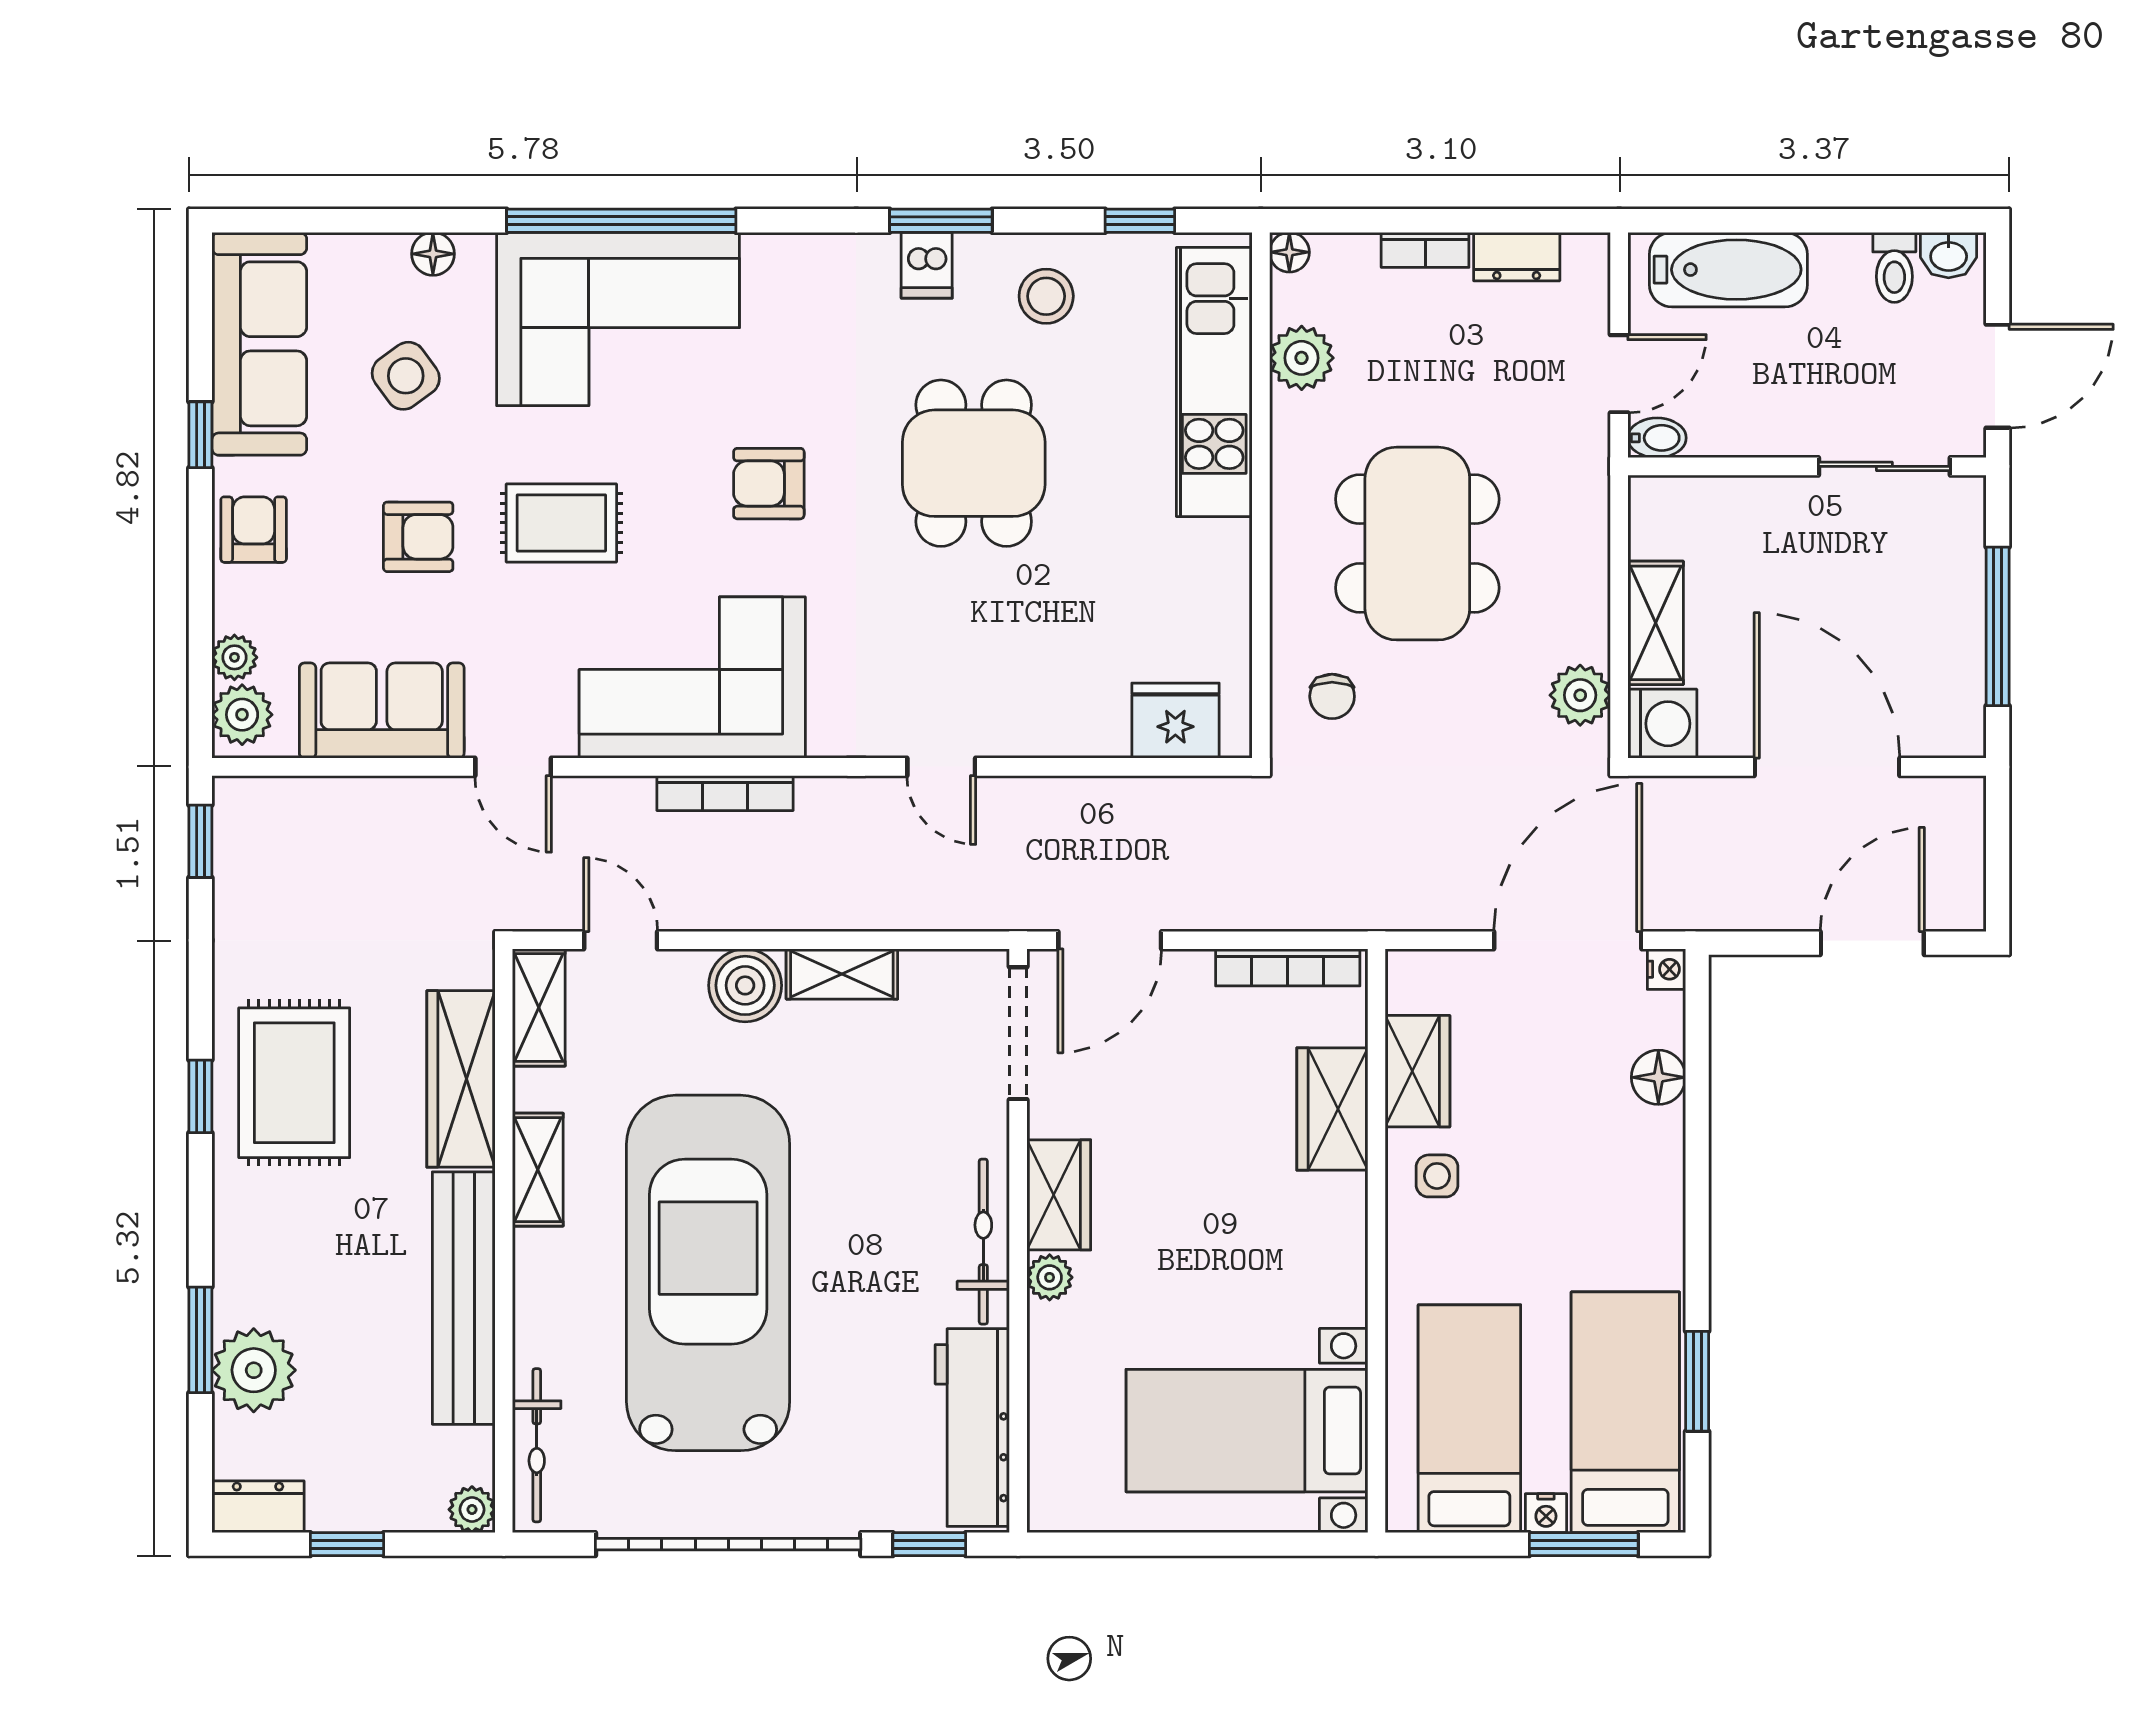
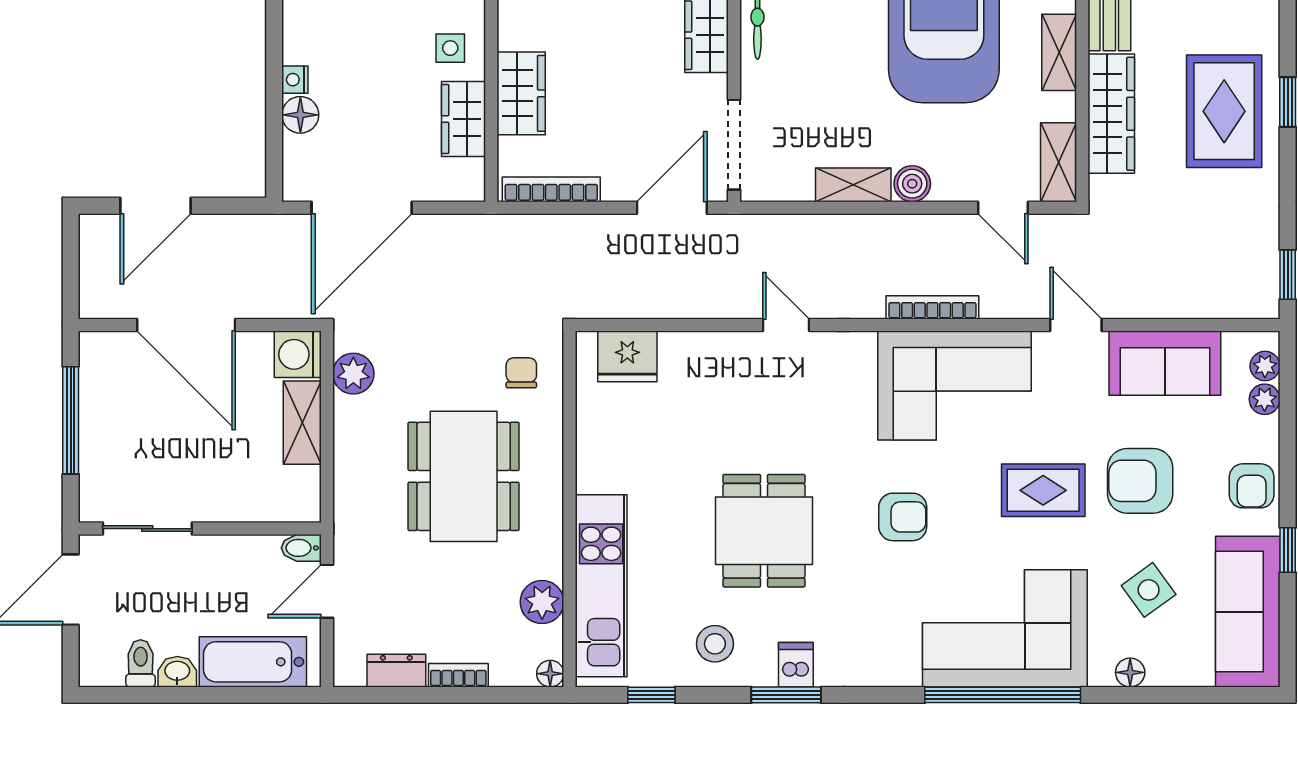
washbasin: (1949, 255) -> (177, 672), moved
armchair: (418, 537) -> (1140, 481), width x1.38, depth x1.38
plant: (242, 715) -> (1265, 366), width x0.73, depth x0.73
nightstand: (1666, 969) -> (295, 80), moved
boiler: (745, 985) -> (912, 184), width x0.73, depth x0.73

